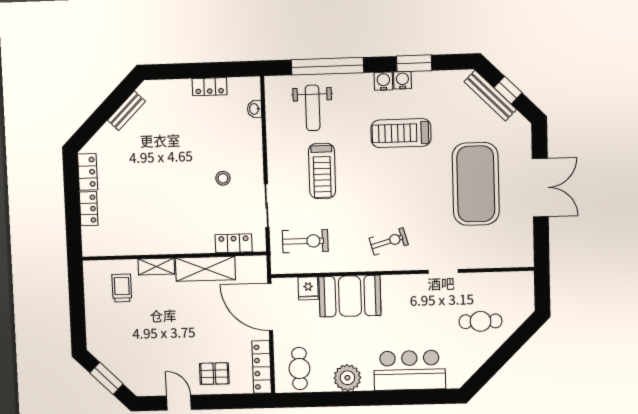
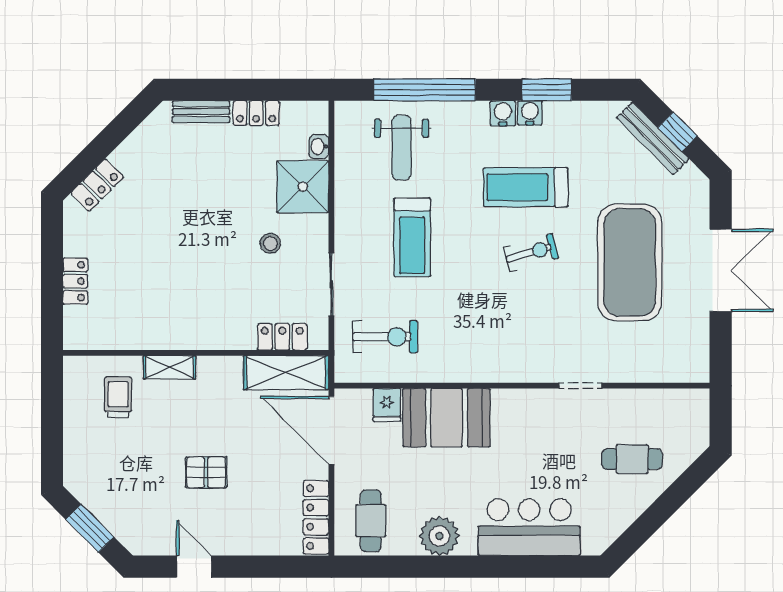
bench: (126, 111) -> (201, 112), moved, turned 45
shower: (244, 138) -> (303, 187), added
locker: (88, 172) -> (97, 185), moved, turned 45
exercise bike: (389, 241) -> (531, 253), moved
shelving: (205, 269) -> (286, 373), moved
pallet: (214, 374) -> (206, 472), moved

